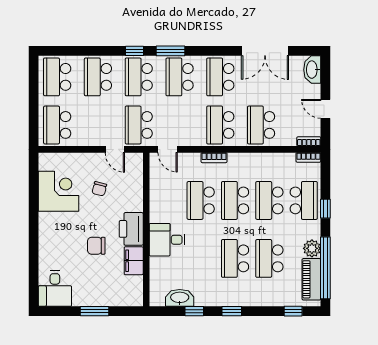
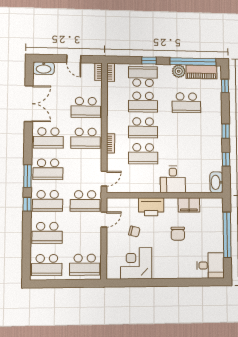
door: (325, 109) -> (74, 59), hinge flipped
printer: (131, 229) -> (151, 207), moved
school desk: (235, 258) -> (187, 128), removed
washbasin: (180, 298) -> (216, 182), moved
window: (94, 311) -> (227, 235), width x2.11

